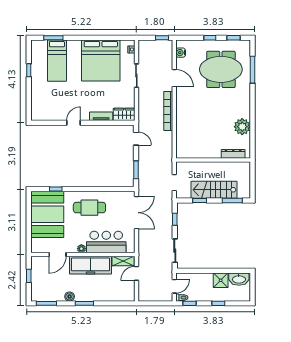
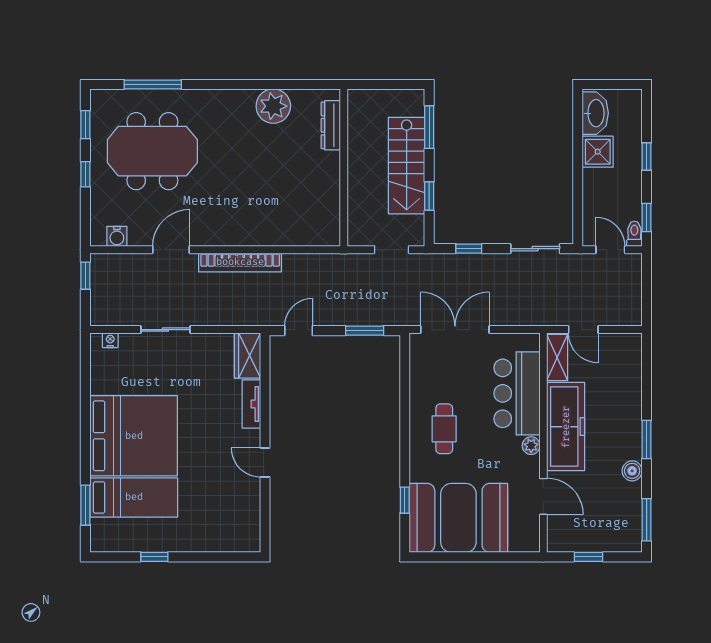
bed: (101, 60) -> (134, 436), moved
meeting table: (221, 69) -> (152, 151), turned 90
cafe table: (89, 208) -> (444, 429), width x0.73, depth x0.74

